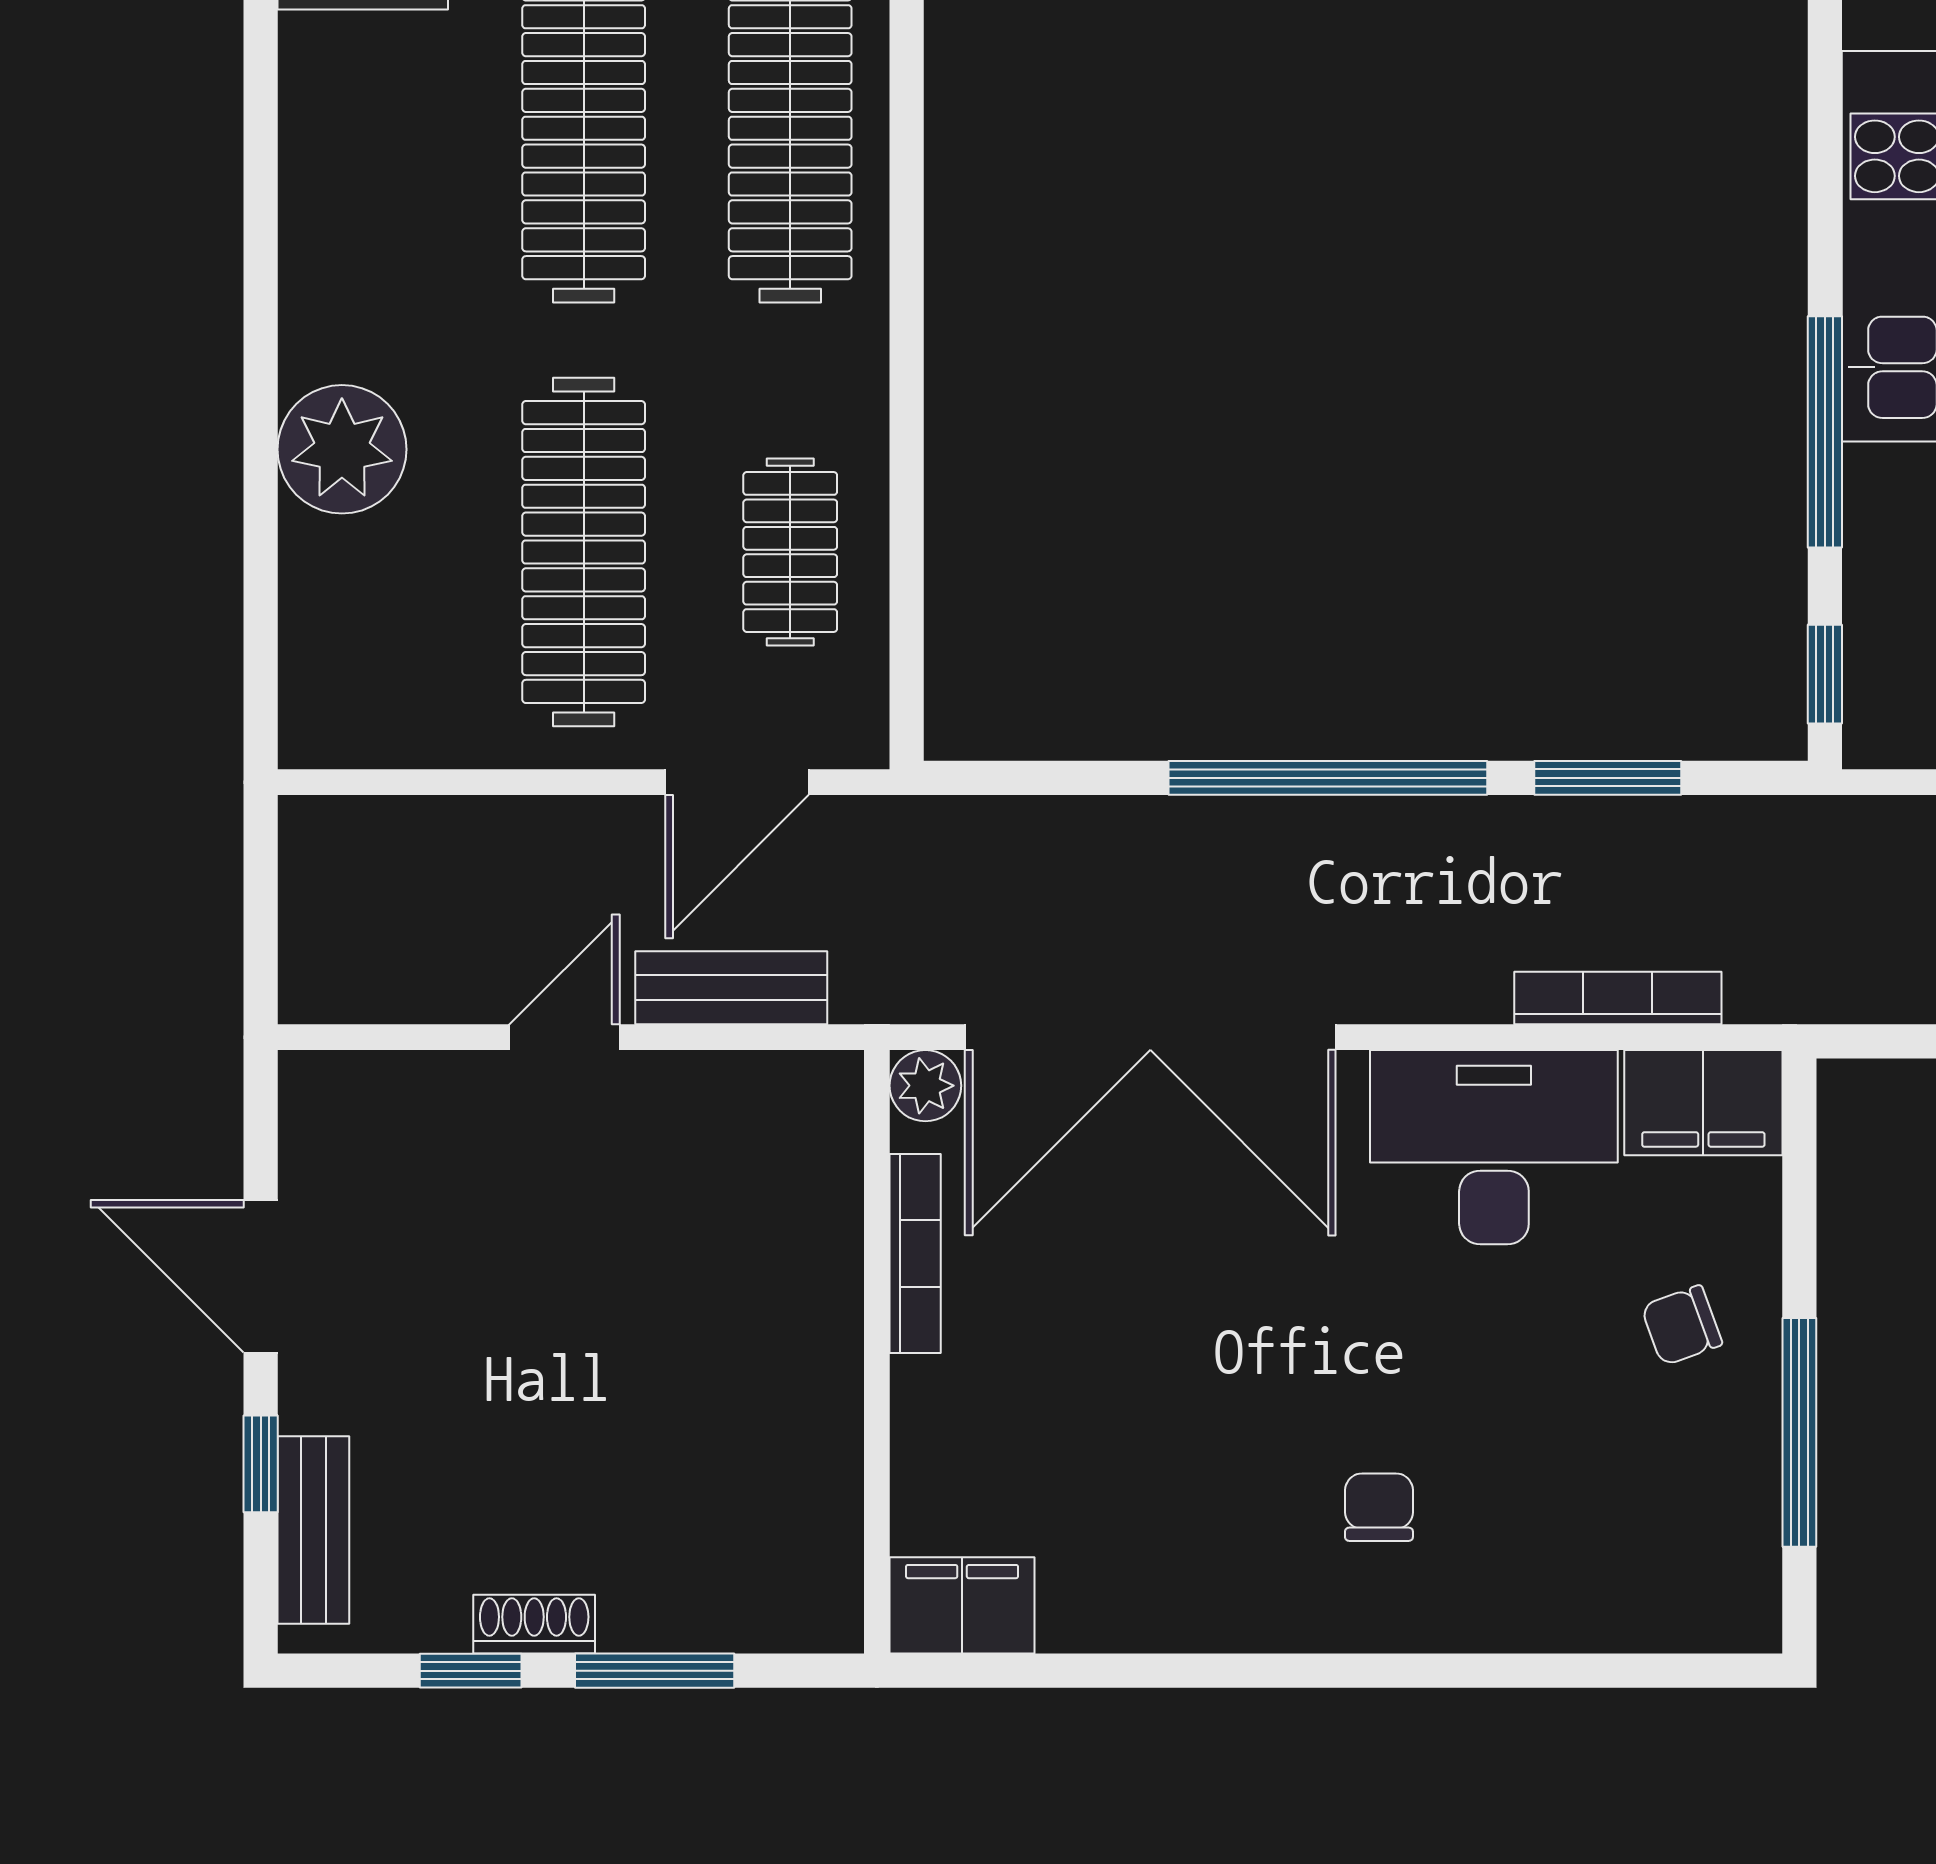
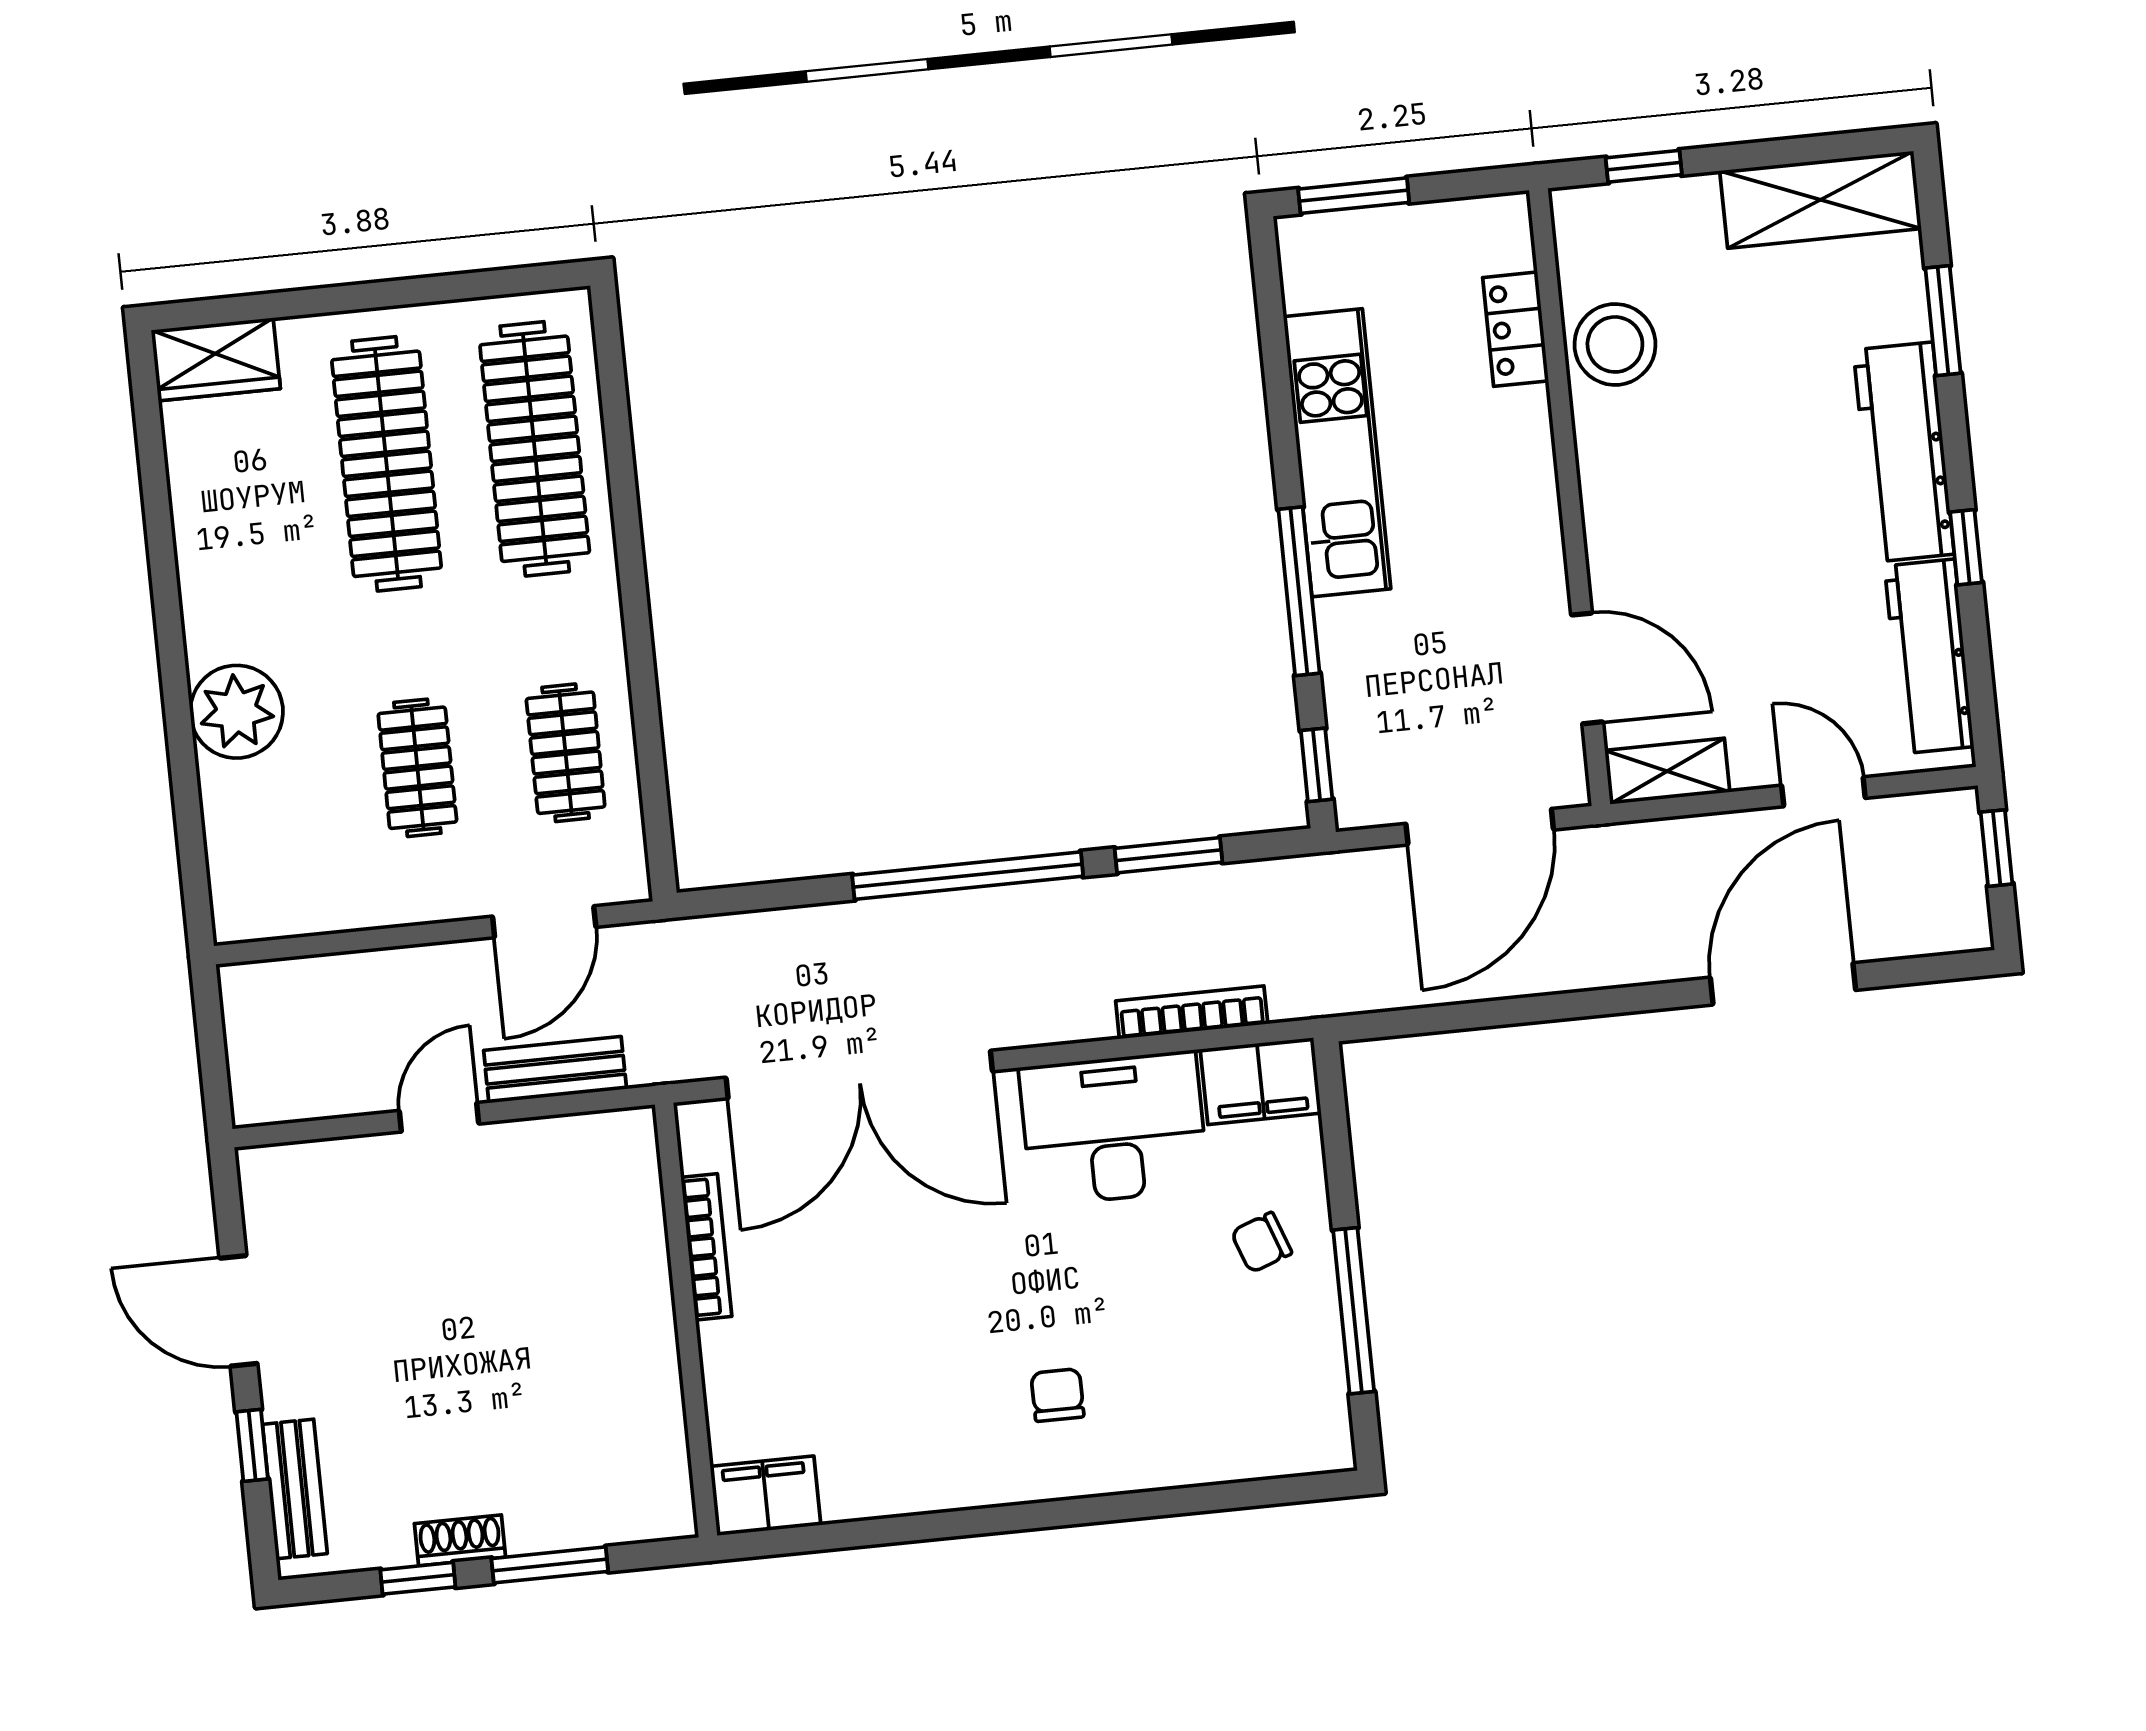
clothes rail: (584, 552) -> (417, 768), width x0.54, depth x0.76
plant: (925, 1086) -> (701, 1126), removed

